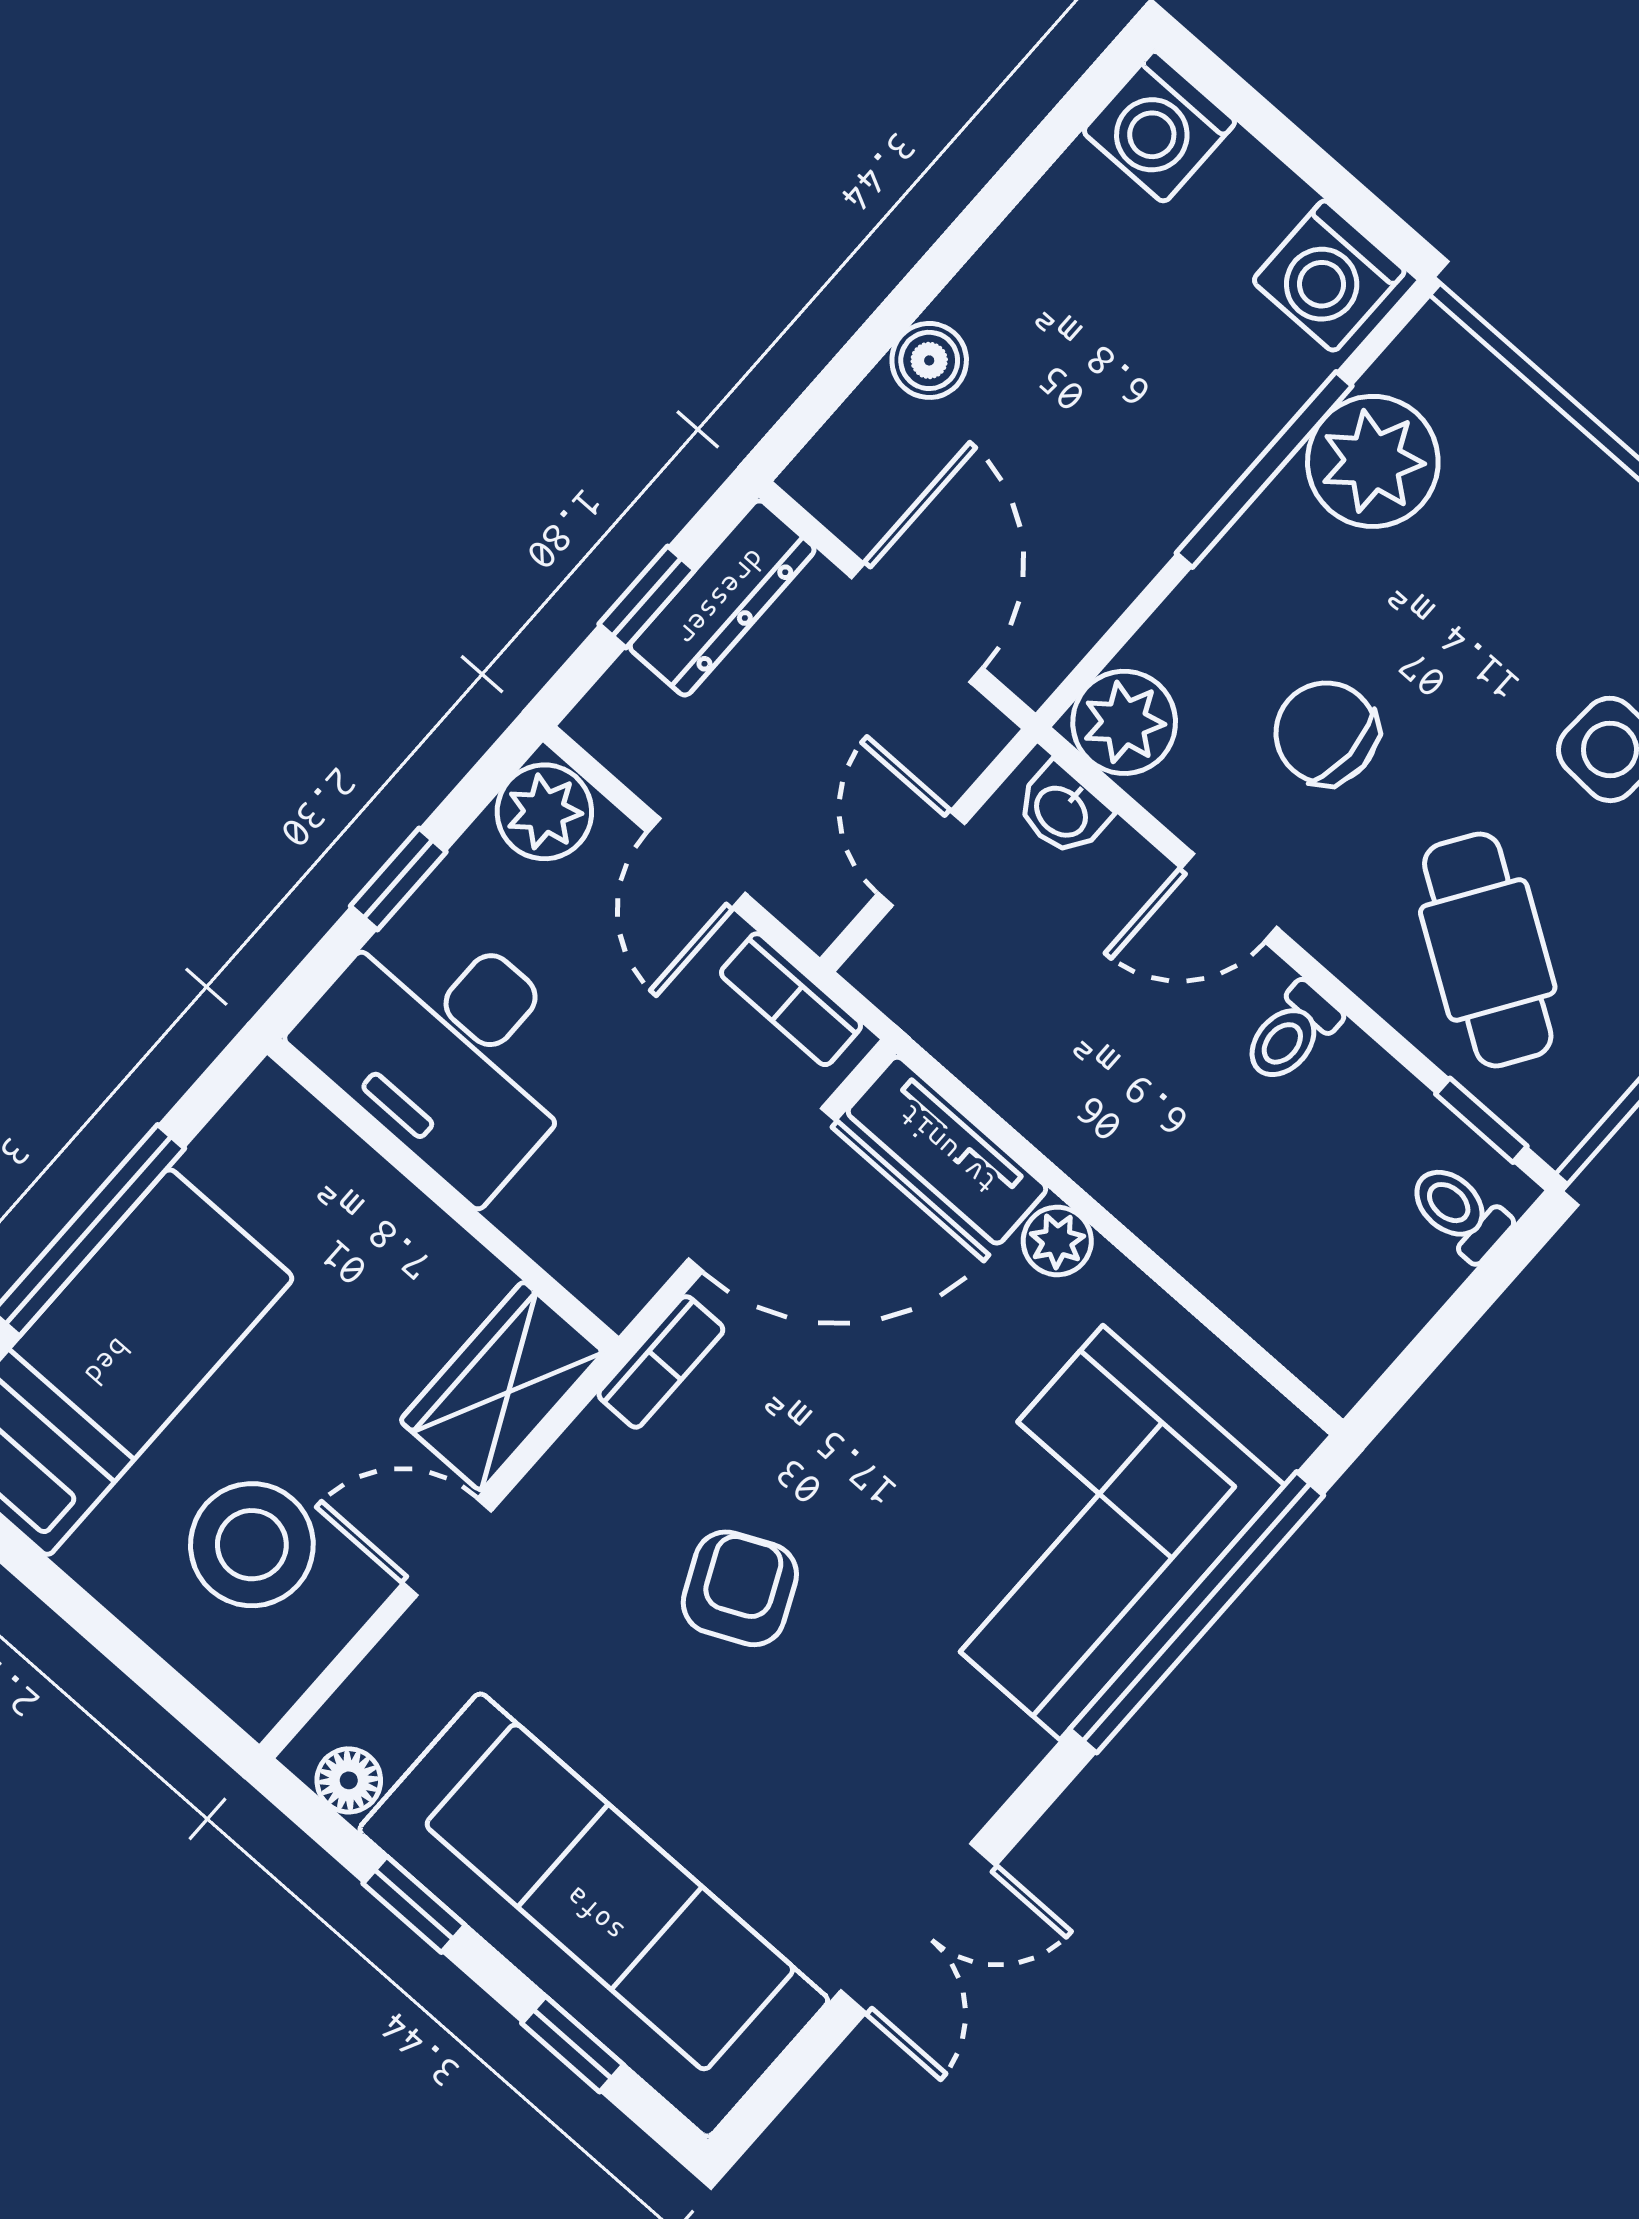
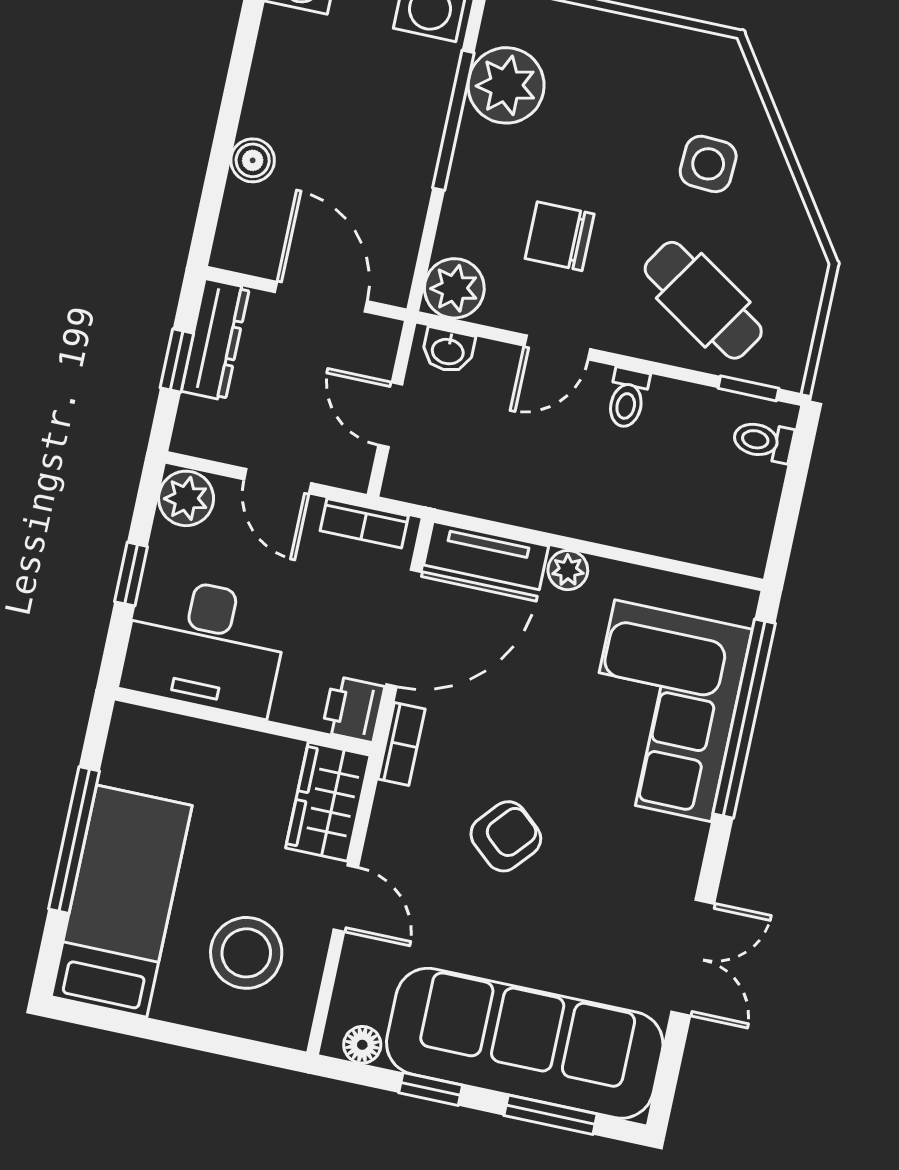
printer: (618, 1269) -> (353, 709), added
door: (447, 1547) -> (346, 899), swing flipped
armchair: (740, 1588) -> (506, 836), turned 66
window: (572, 2044) -> (551, 1115), width x1.50

